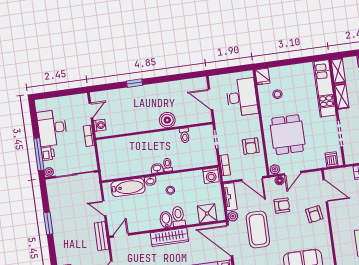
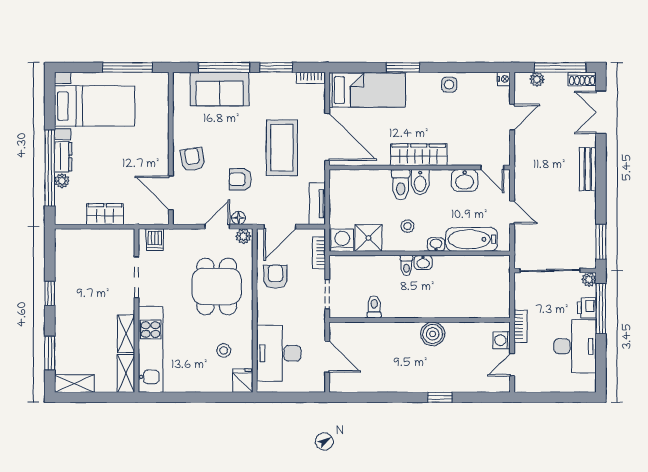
boiler: (167, 120) -> (433, 334), moved
door: (252, 179) -> (280, 227), swing flipped
shower: (207, 214) -> (368, 238), moved
plant: (233, 216) -> (317, 173), removed
window: (48, 223) -> (601, 242), moved
washbasin: (138, 225) -> (465, 180), added
door: (121, 235) -> (492, 167), hinge flipped
bench: (101, 236) -> (588, 169), moved

